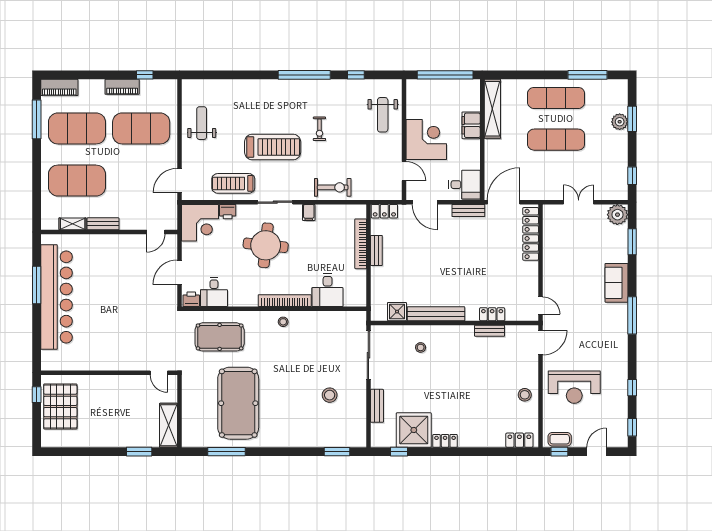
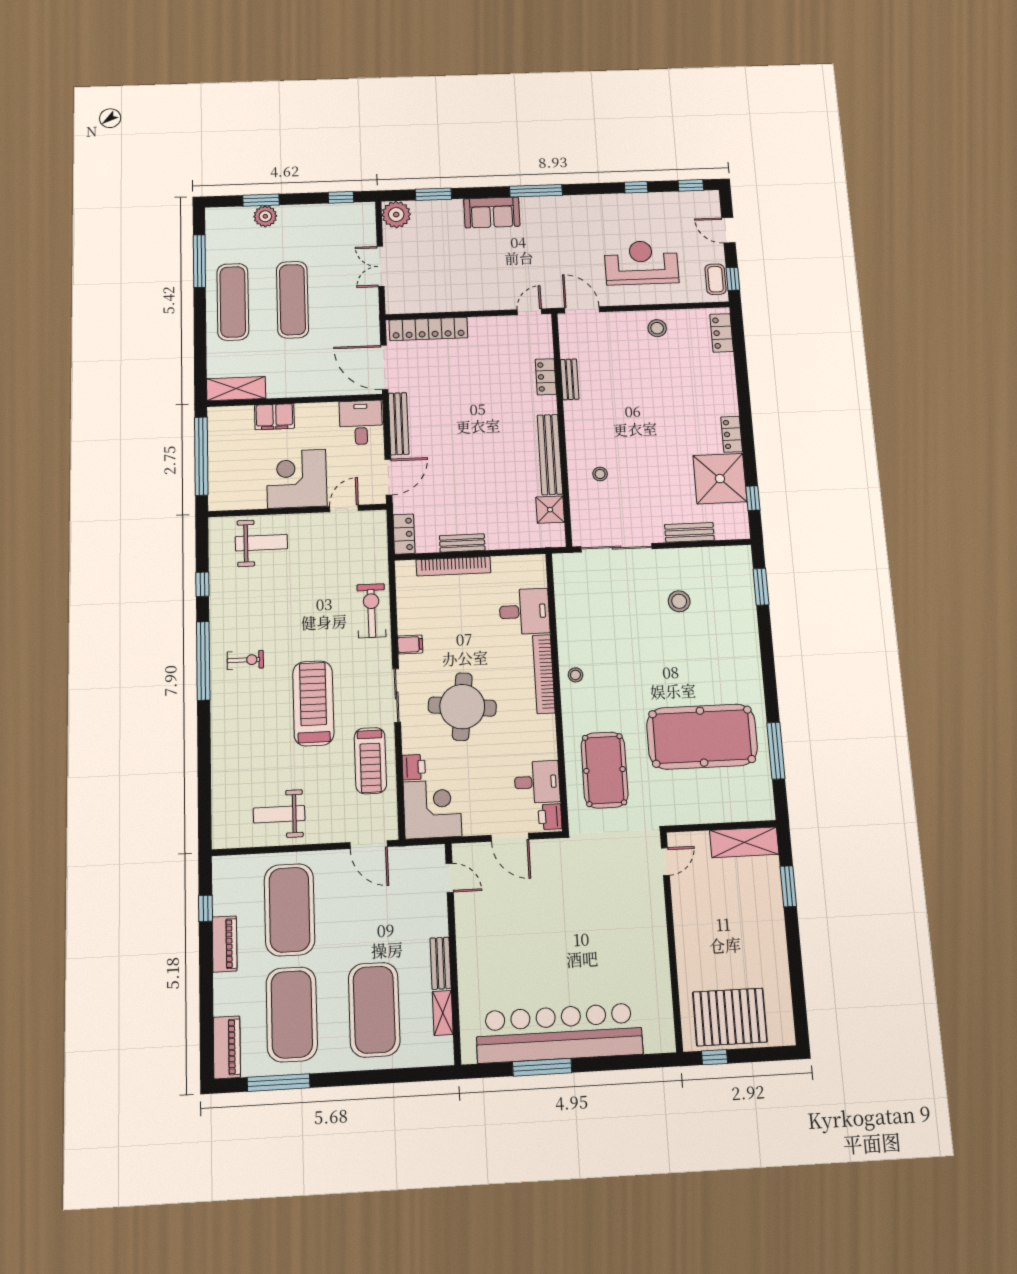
shelving: (492, 109) -> (236, 389), width x0.68
exercise bike: (319, 129) -> (245, 660), moved
bench: (468, 211) -> (399, 424), width x1.36
reception desk: (574, 387) -> (641, 263), turned -90

